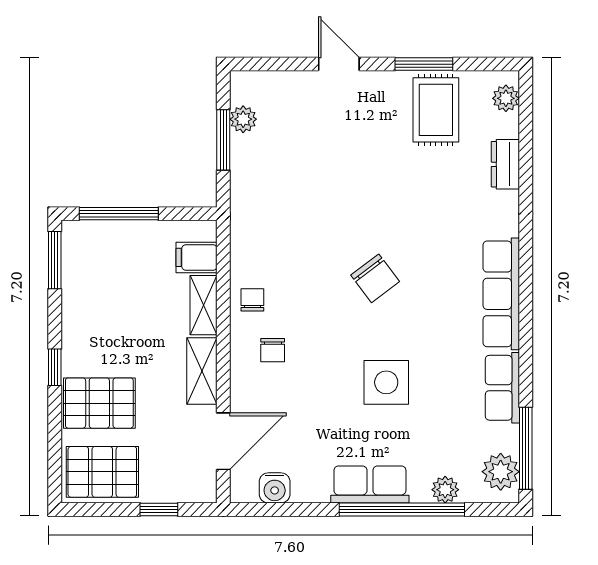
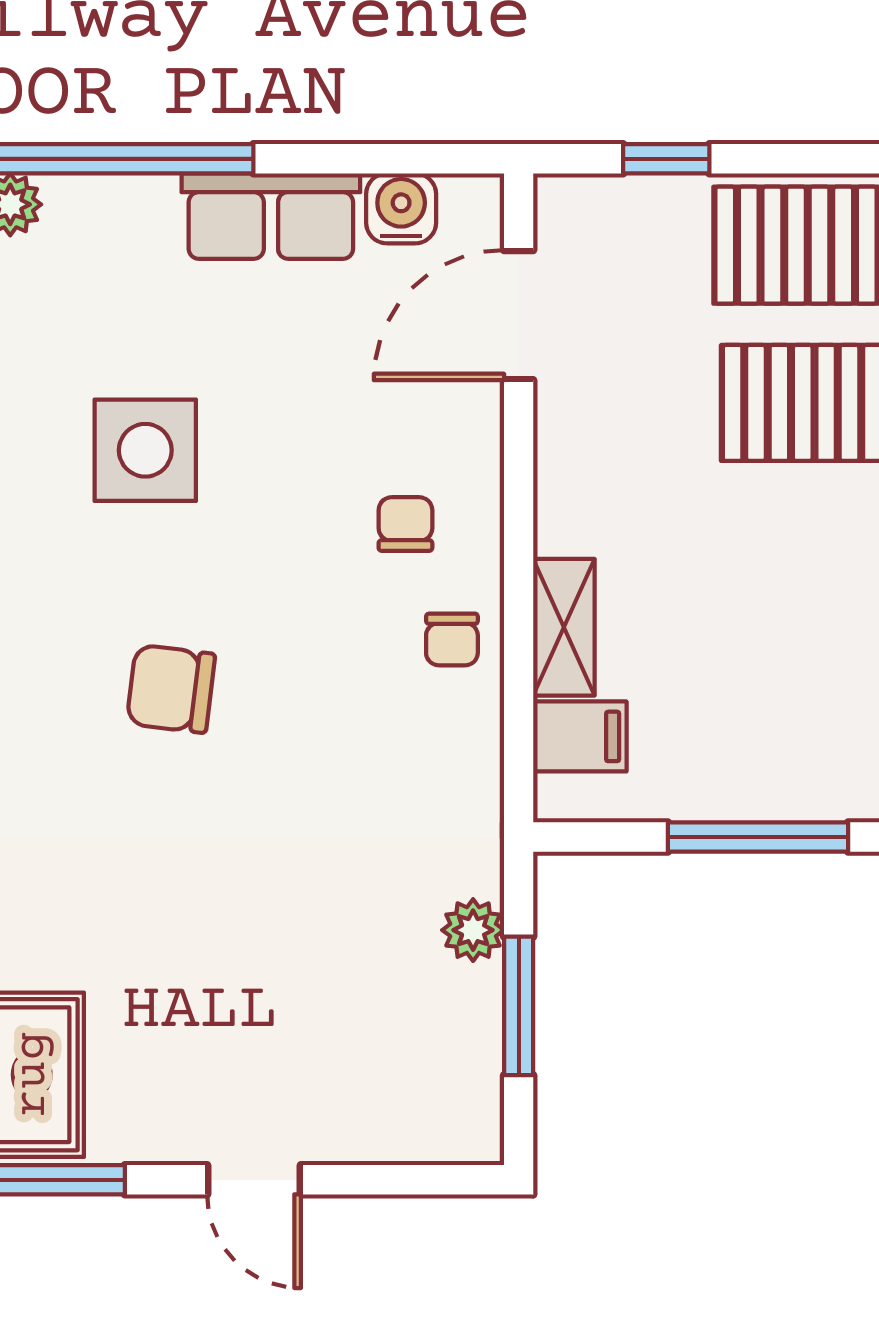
plant: (243, 119) -> (473, 930), moved
chair: (375, 278) -> (171, 689), turned -46
shelving: (202, 371) -> (568, 477), removed
row of seats: (370, 485) -> (271, 216), moved

